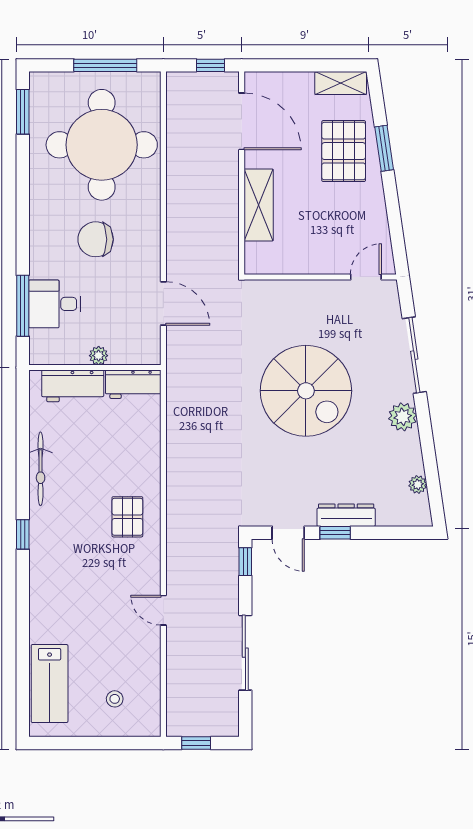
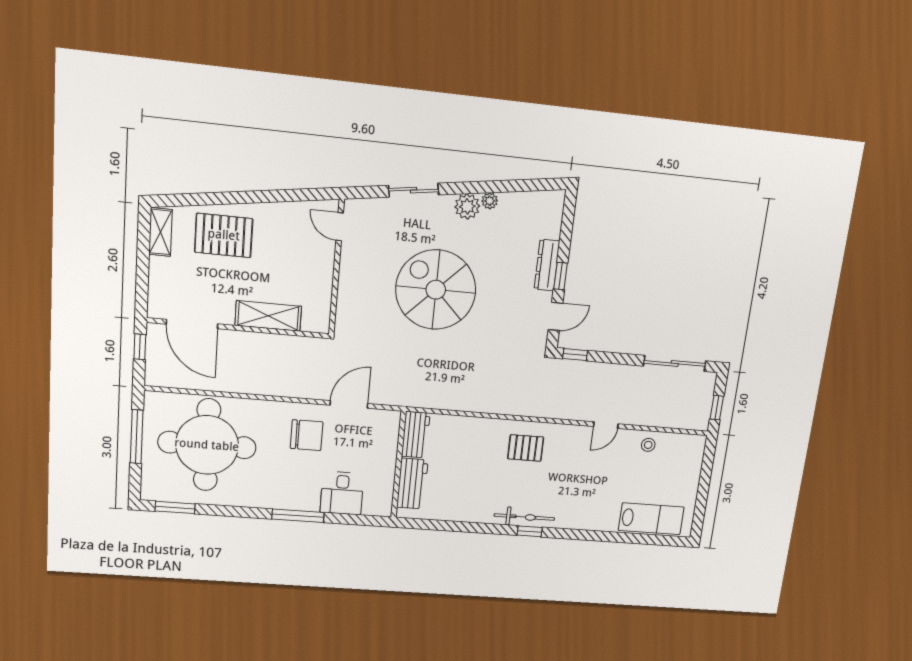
door: (242, 121) -> (192, 324), swing flipped
window: (384, 148) -> (223, 198), removed
chair: (96, 239) -> (307, 435), moved, turned -90
window: (23, 306) -> (298, 516), moved
sliding door: (414, 355) -> (414, 190), width x0.73
plant: (99, 356) -> (389, 461), removed
spiral stairs: (306, 391) -> (436, 290), turned -90
bicycle: (41, 469) -> (524, 517), moved
plant: (418, 485) -> (490, 201), moved
sliding door: (245, 653) -> (675, 363), moved
stool: (115, 699) -> (648, 445), moved

